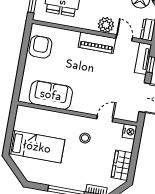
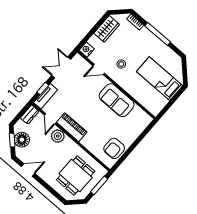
sofa: (51, 95) -> (117, 100), moved

